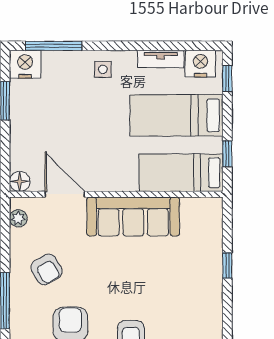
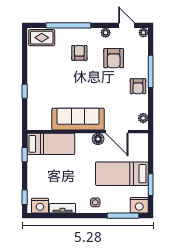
bed: (177, 115) -> (122, 174), moved, turned 180
floor lamp: (20, 181) -> (98, 139), moved
armchair: (46, 269) -> (138, 86), moved, turned -149

